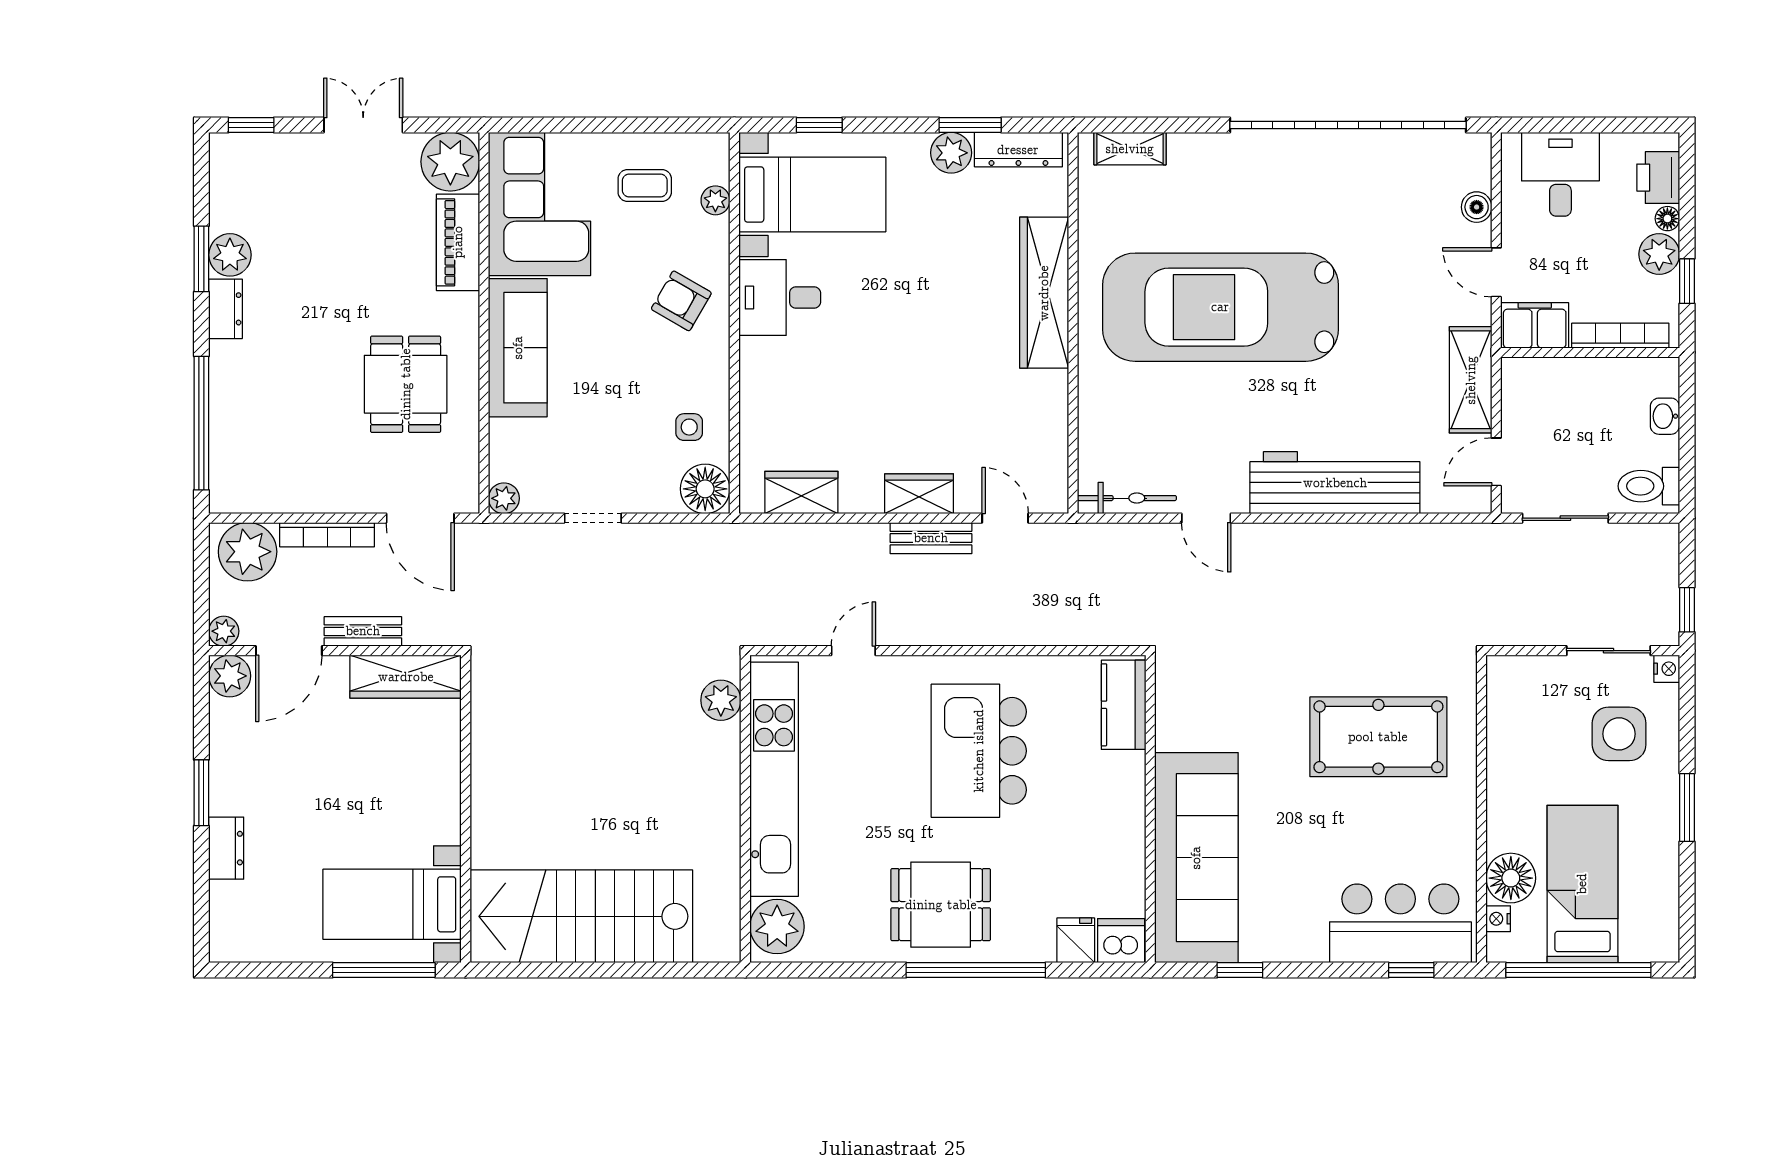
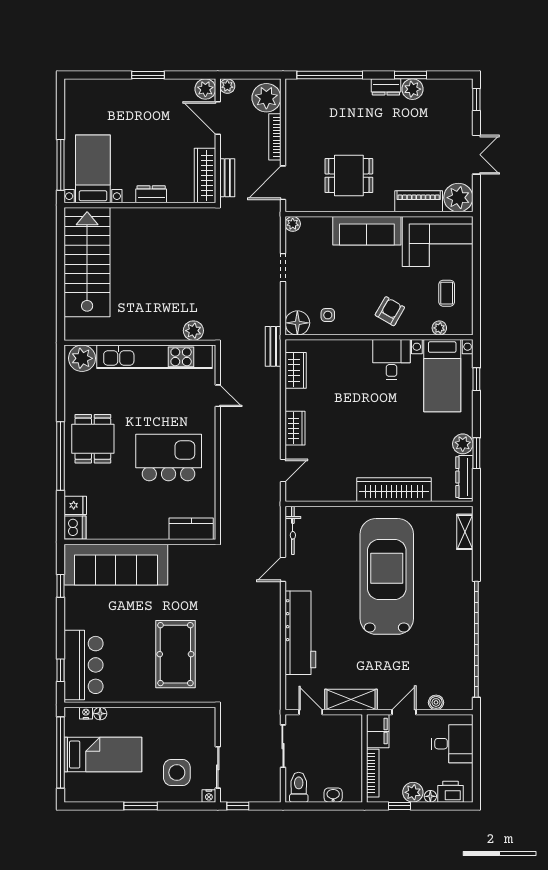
bench: (931, 538) -> (273, 346), moved
bench: (363, 631) -> (227, 178), moved
dresser: (226, 848) -> (151, 194), moved, turned 180
floor lamp: (1511, 878) -> (100, 714), width x0.53, depth x0.53

